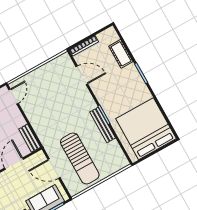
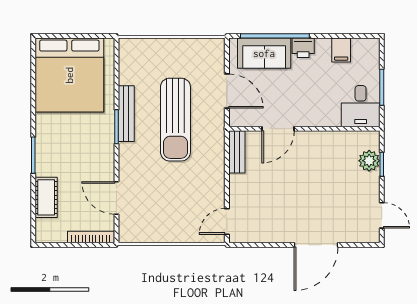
sun lounger: (80, 158) -> (175, 120), moved, turned 180

